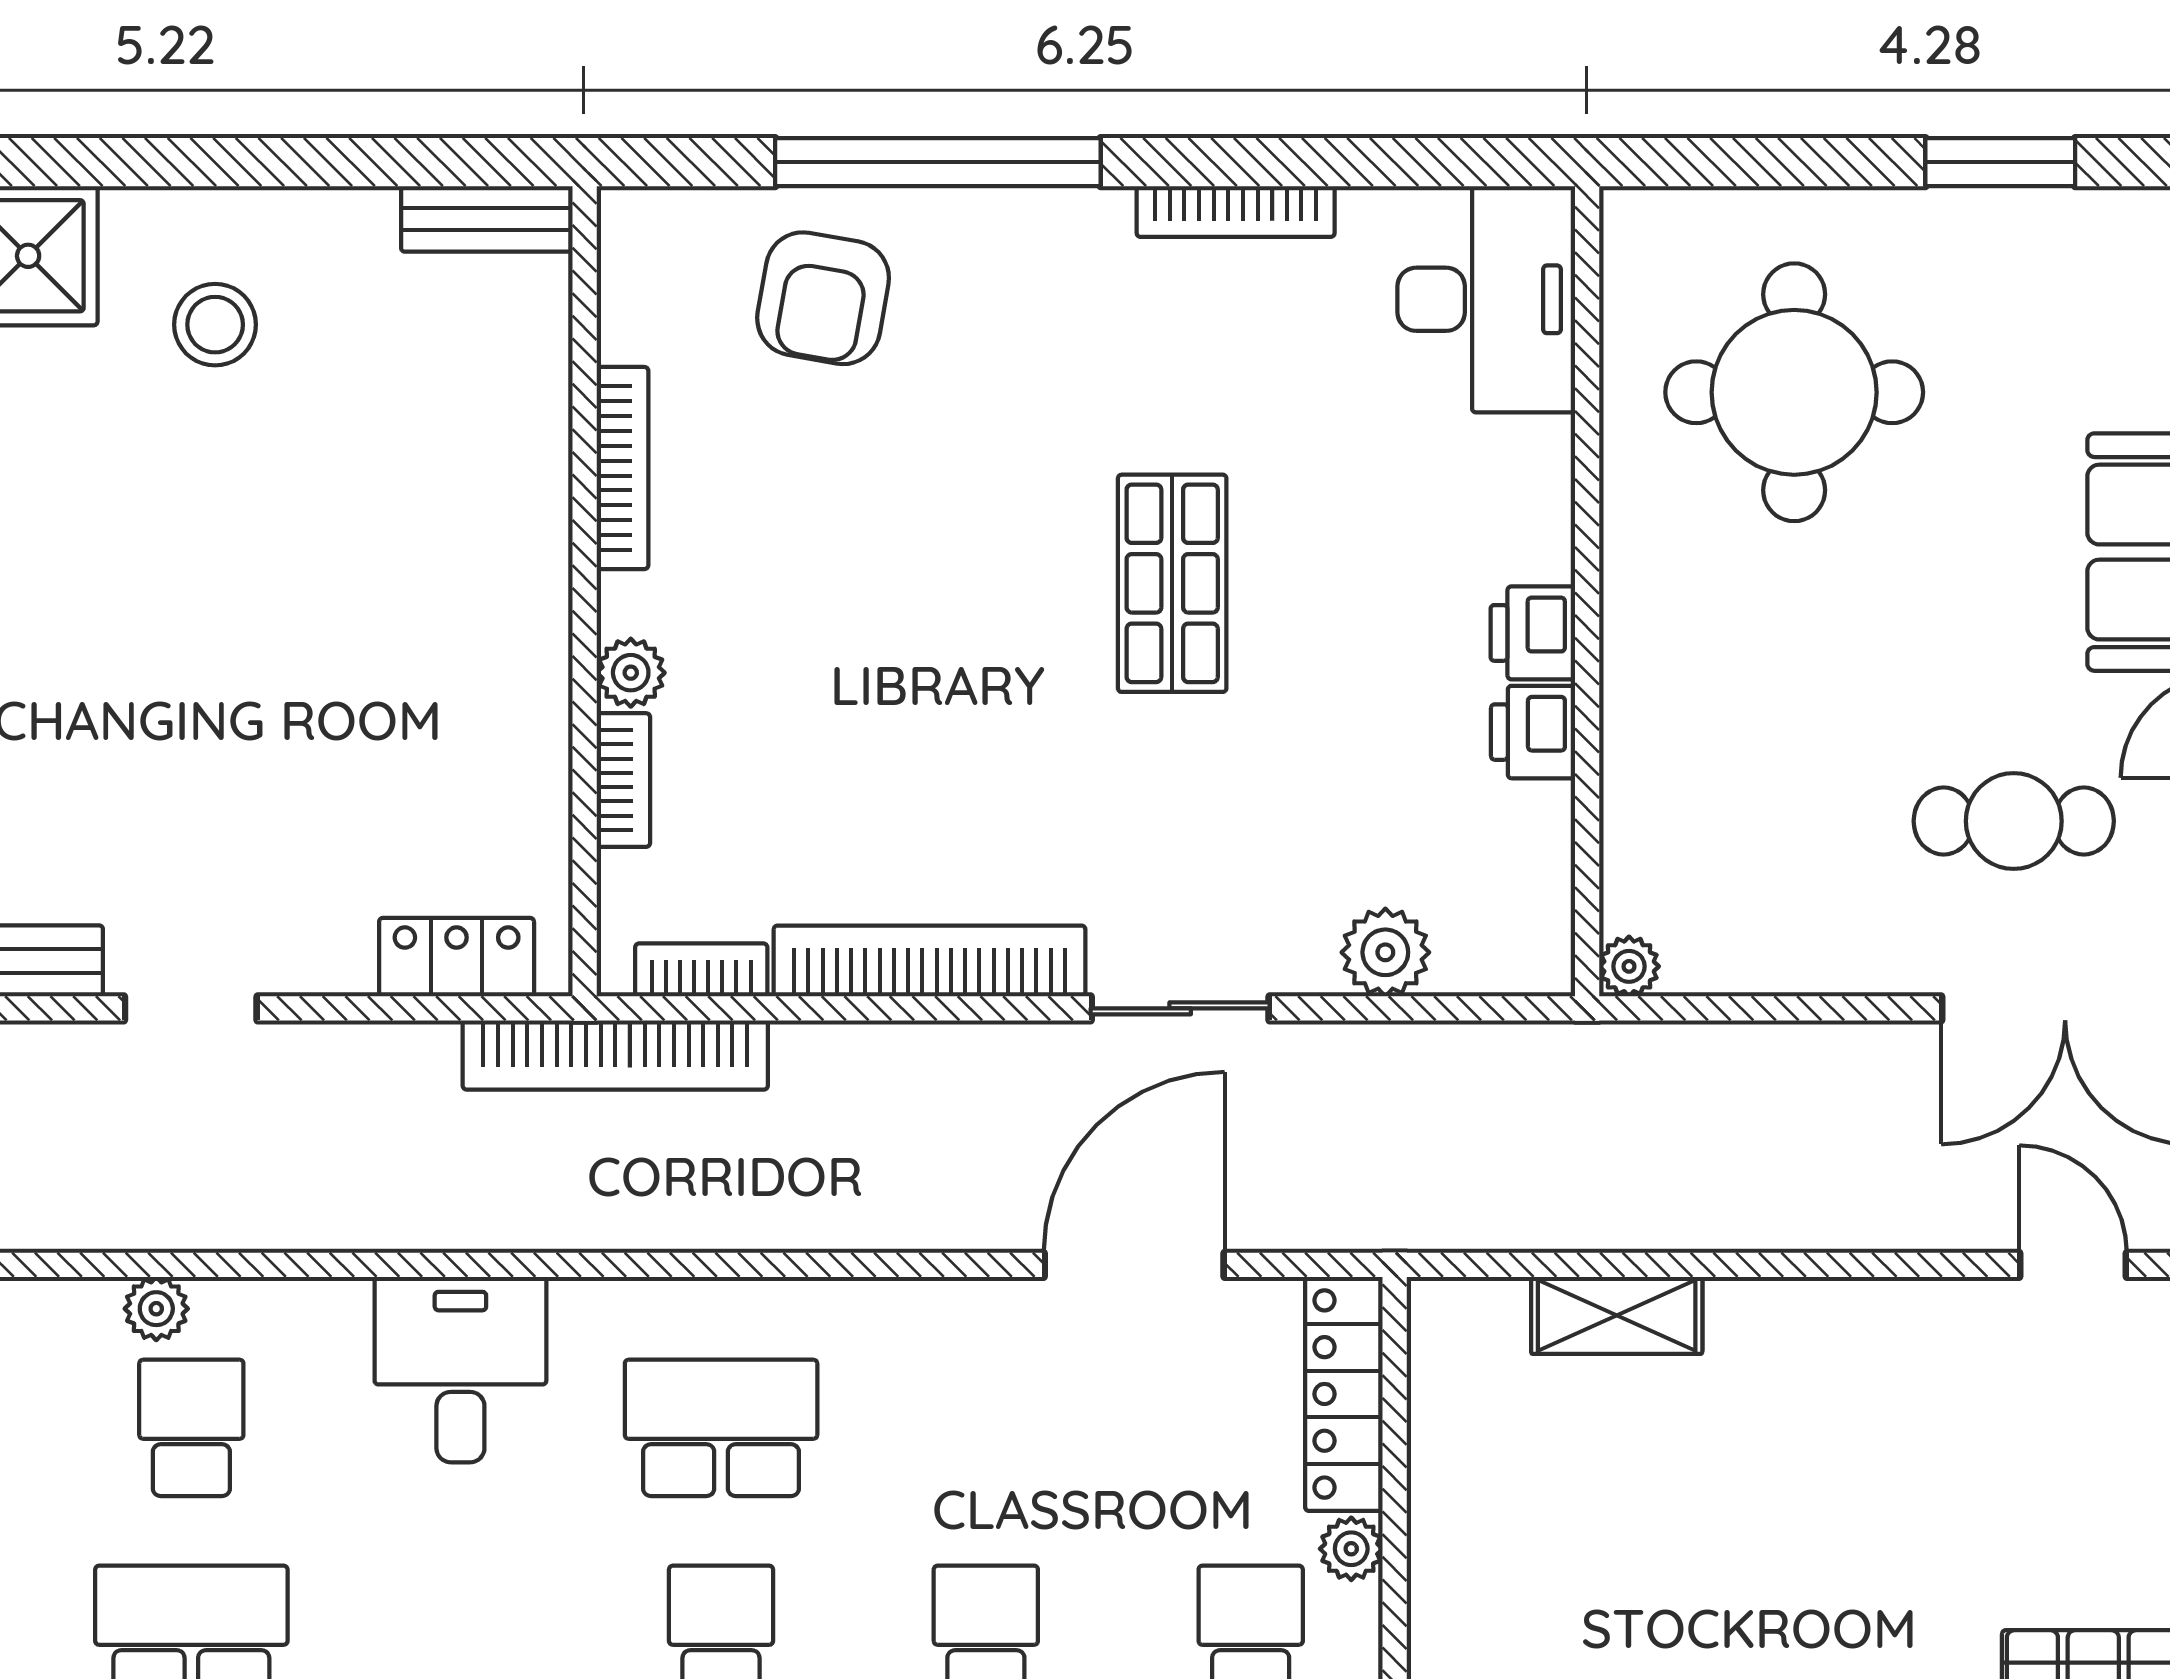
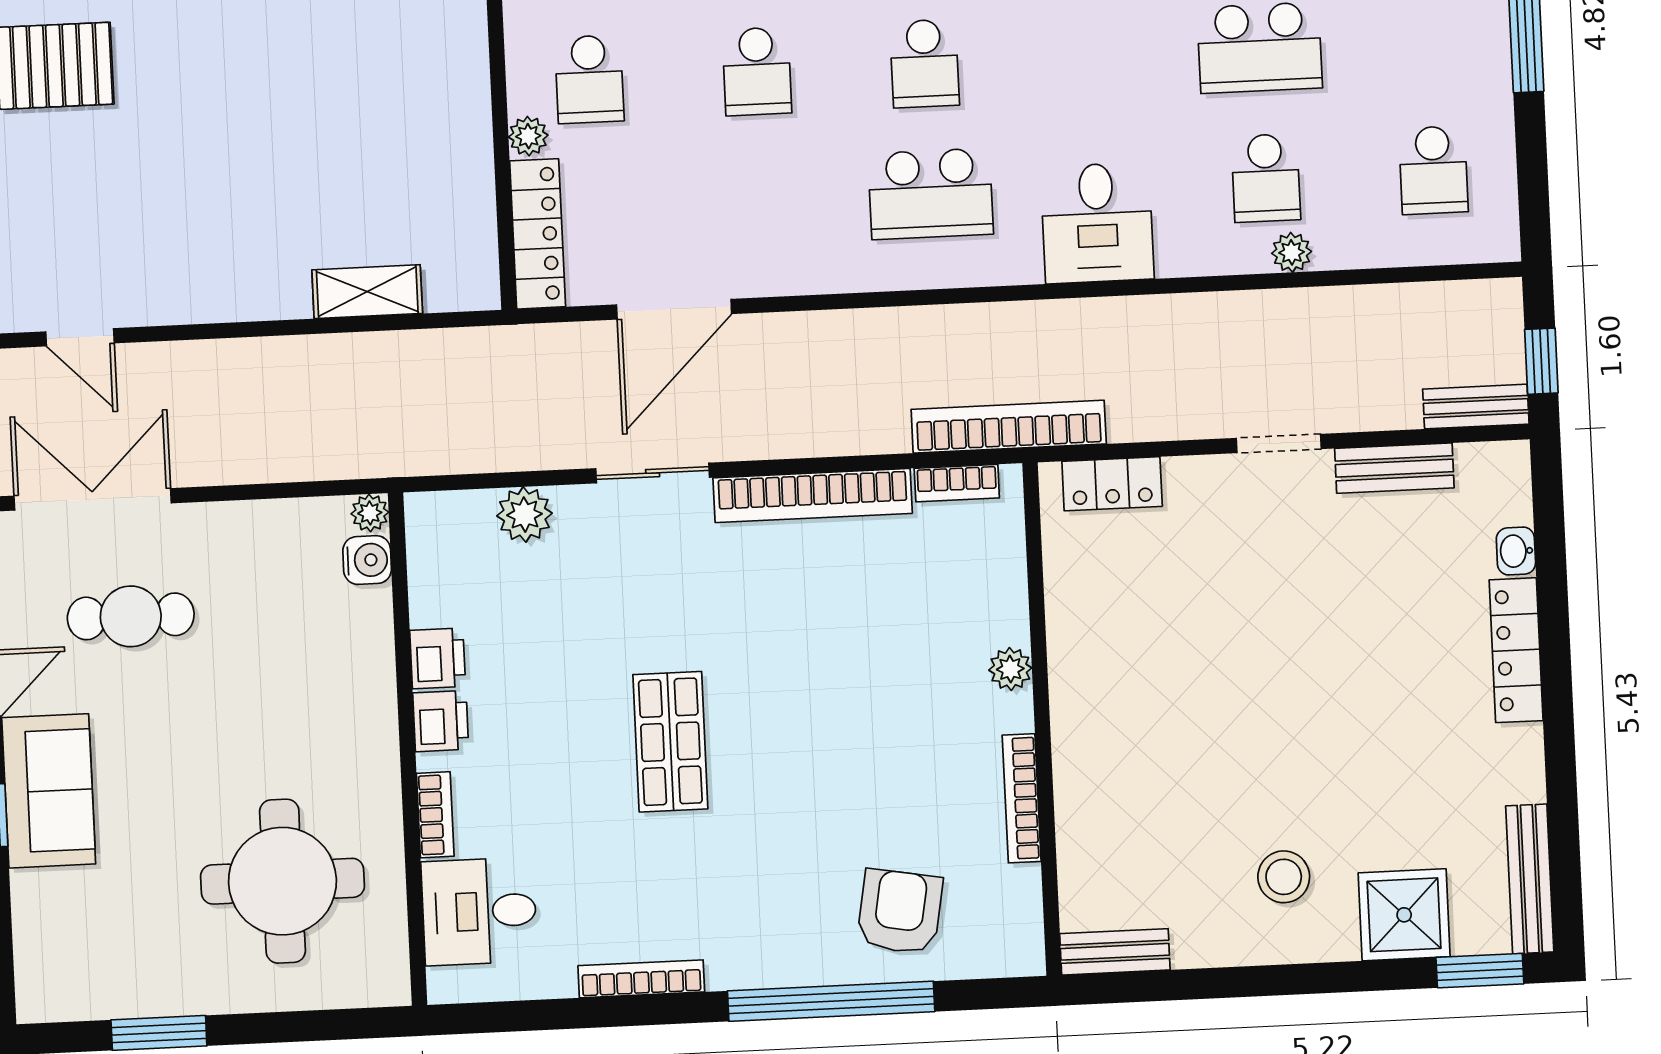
desk: (1486, 299) -> (479, 911), width x0.73
bookcase: (623, 780) -> (435, 815), moved, turned 180
water cooler: (1637, 892) -> (367, 560), added

